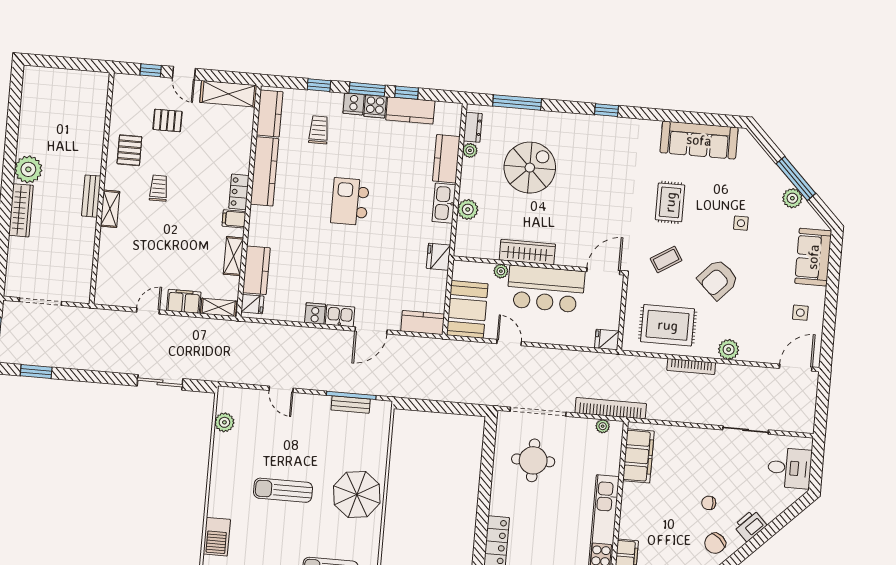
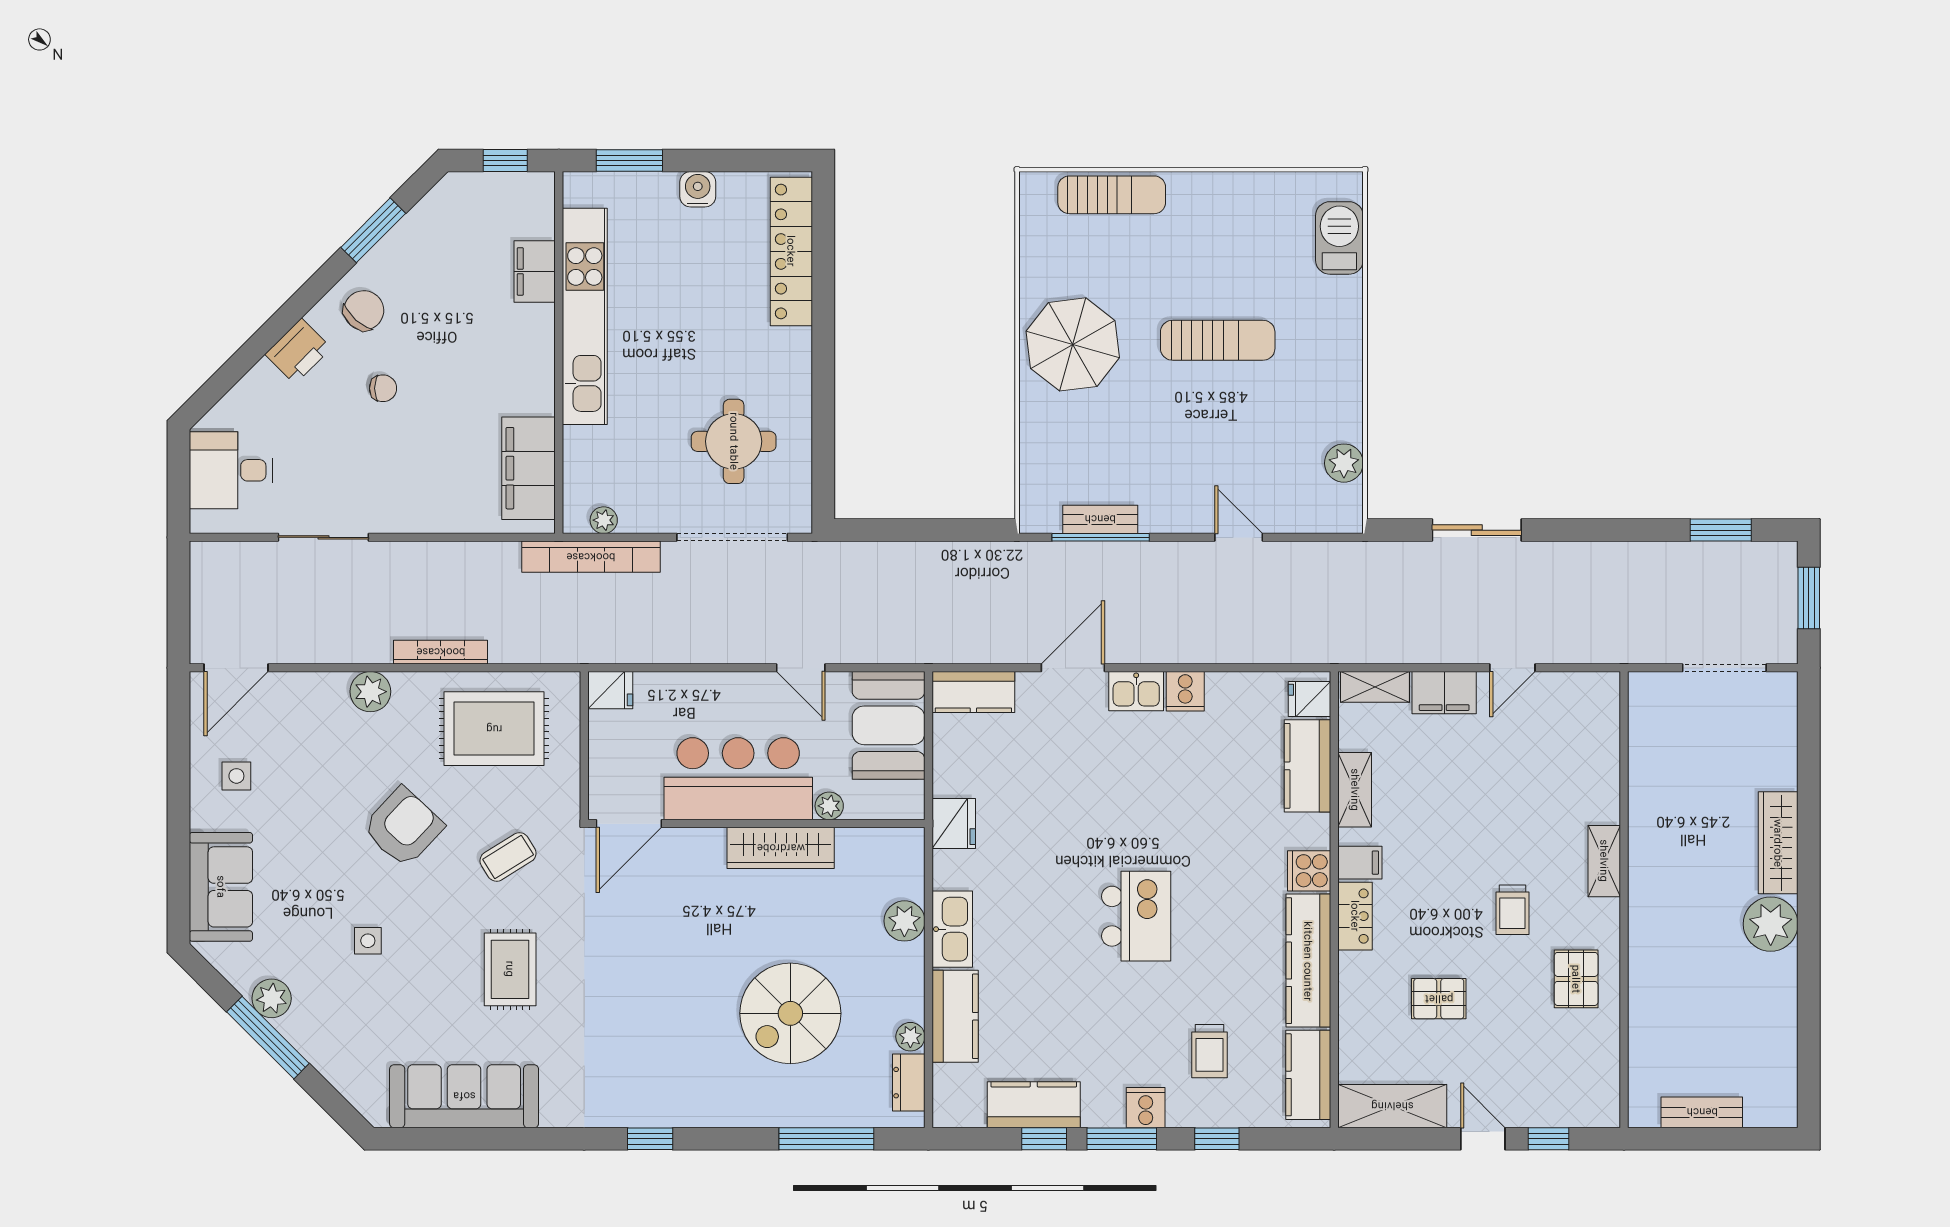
cooker: (375, 106) -> (1309, 871), moved, turned -90
pallet: (168, 120) -> (1439, 999), moved
bench: (91, 196) -> (1702, 1112), moved, turned 90

